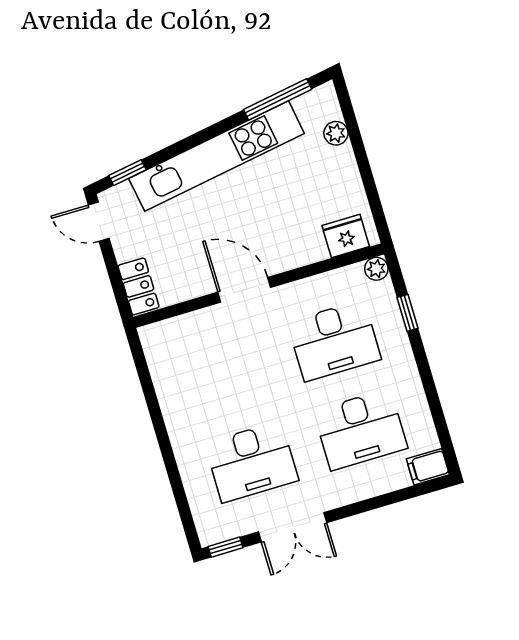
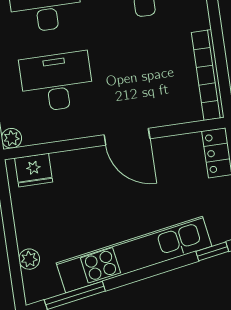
bookcase: (162, 374) -> (208, 75), added

